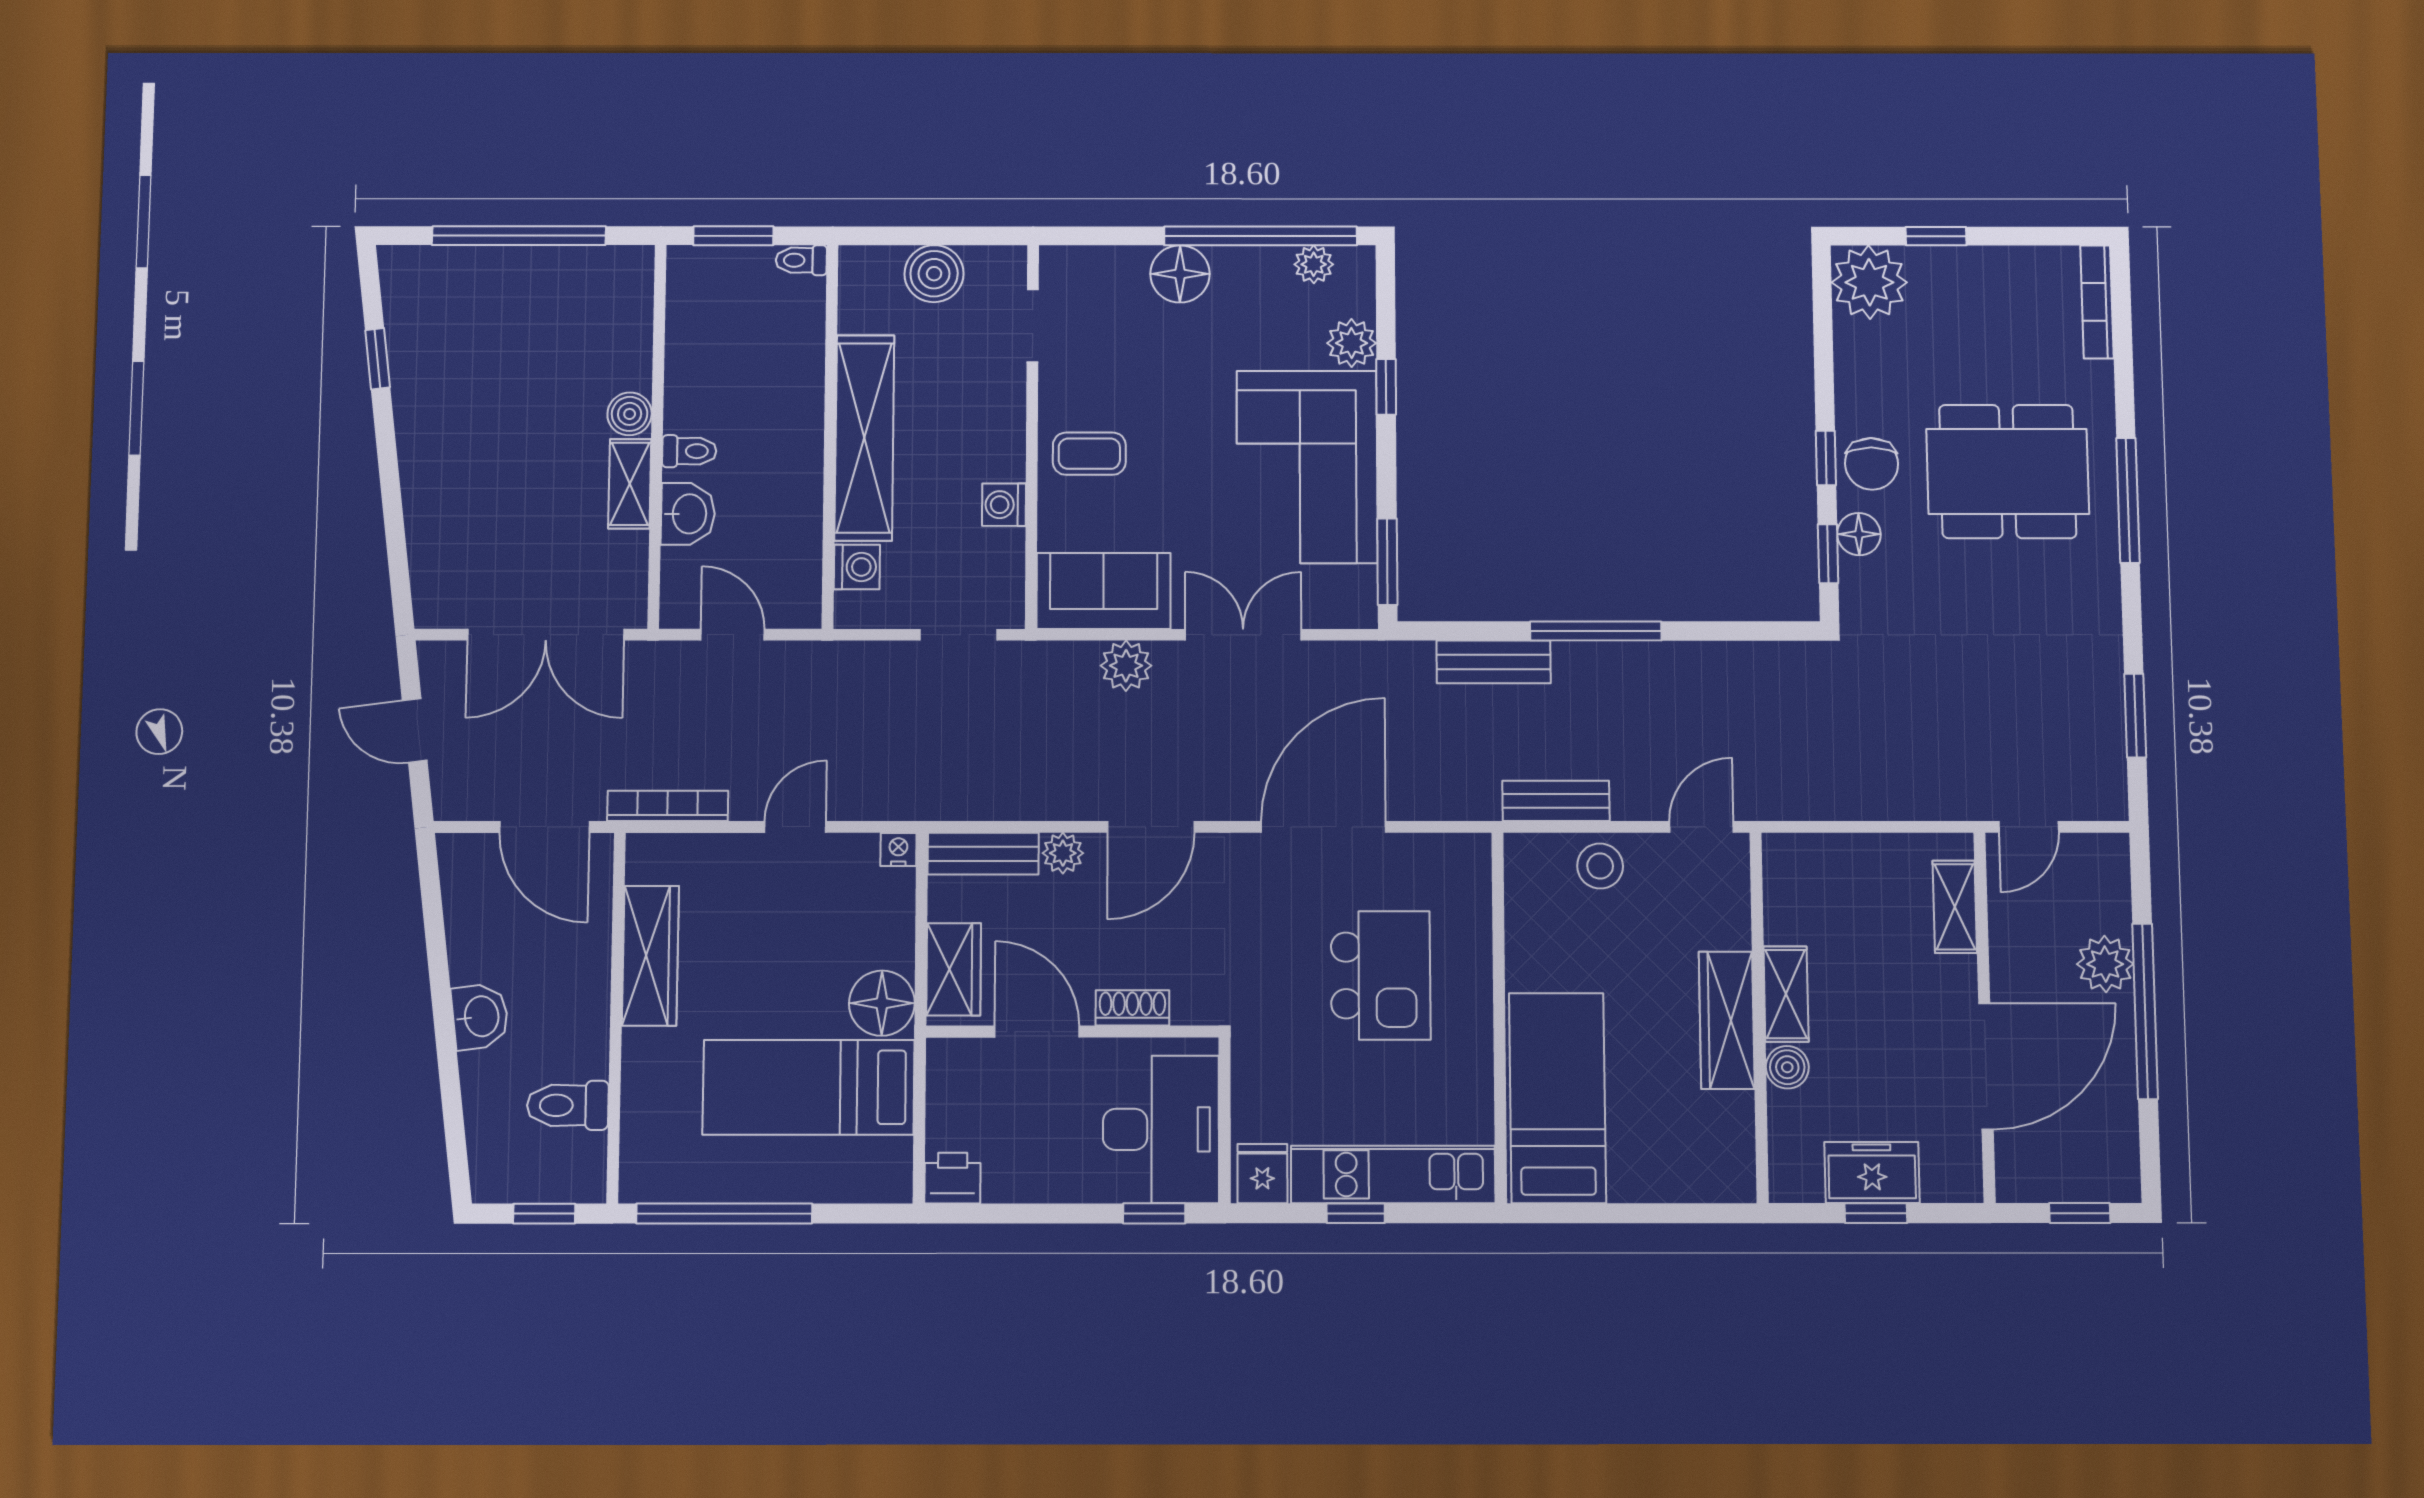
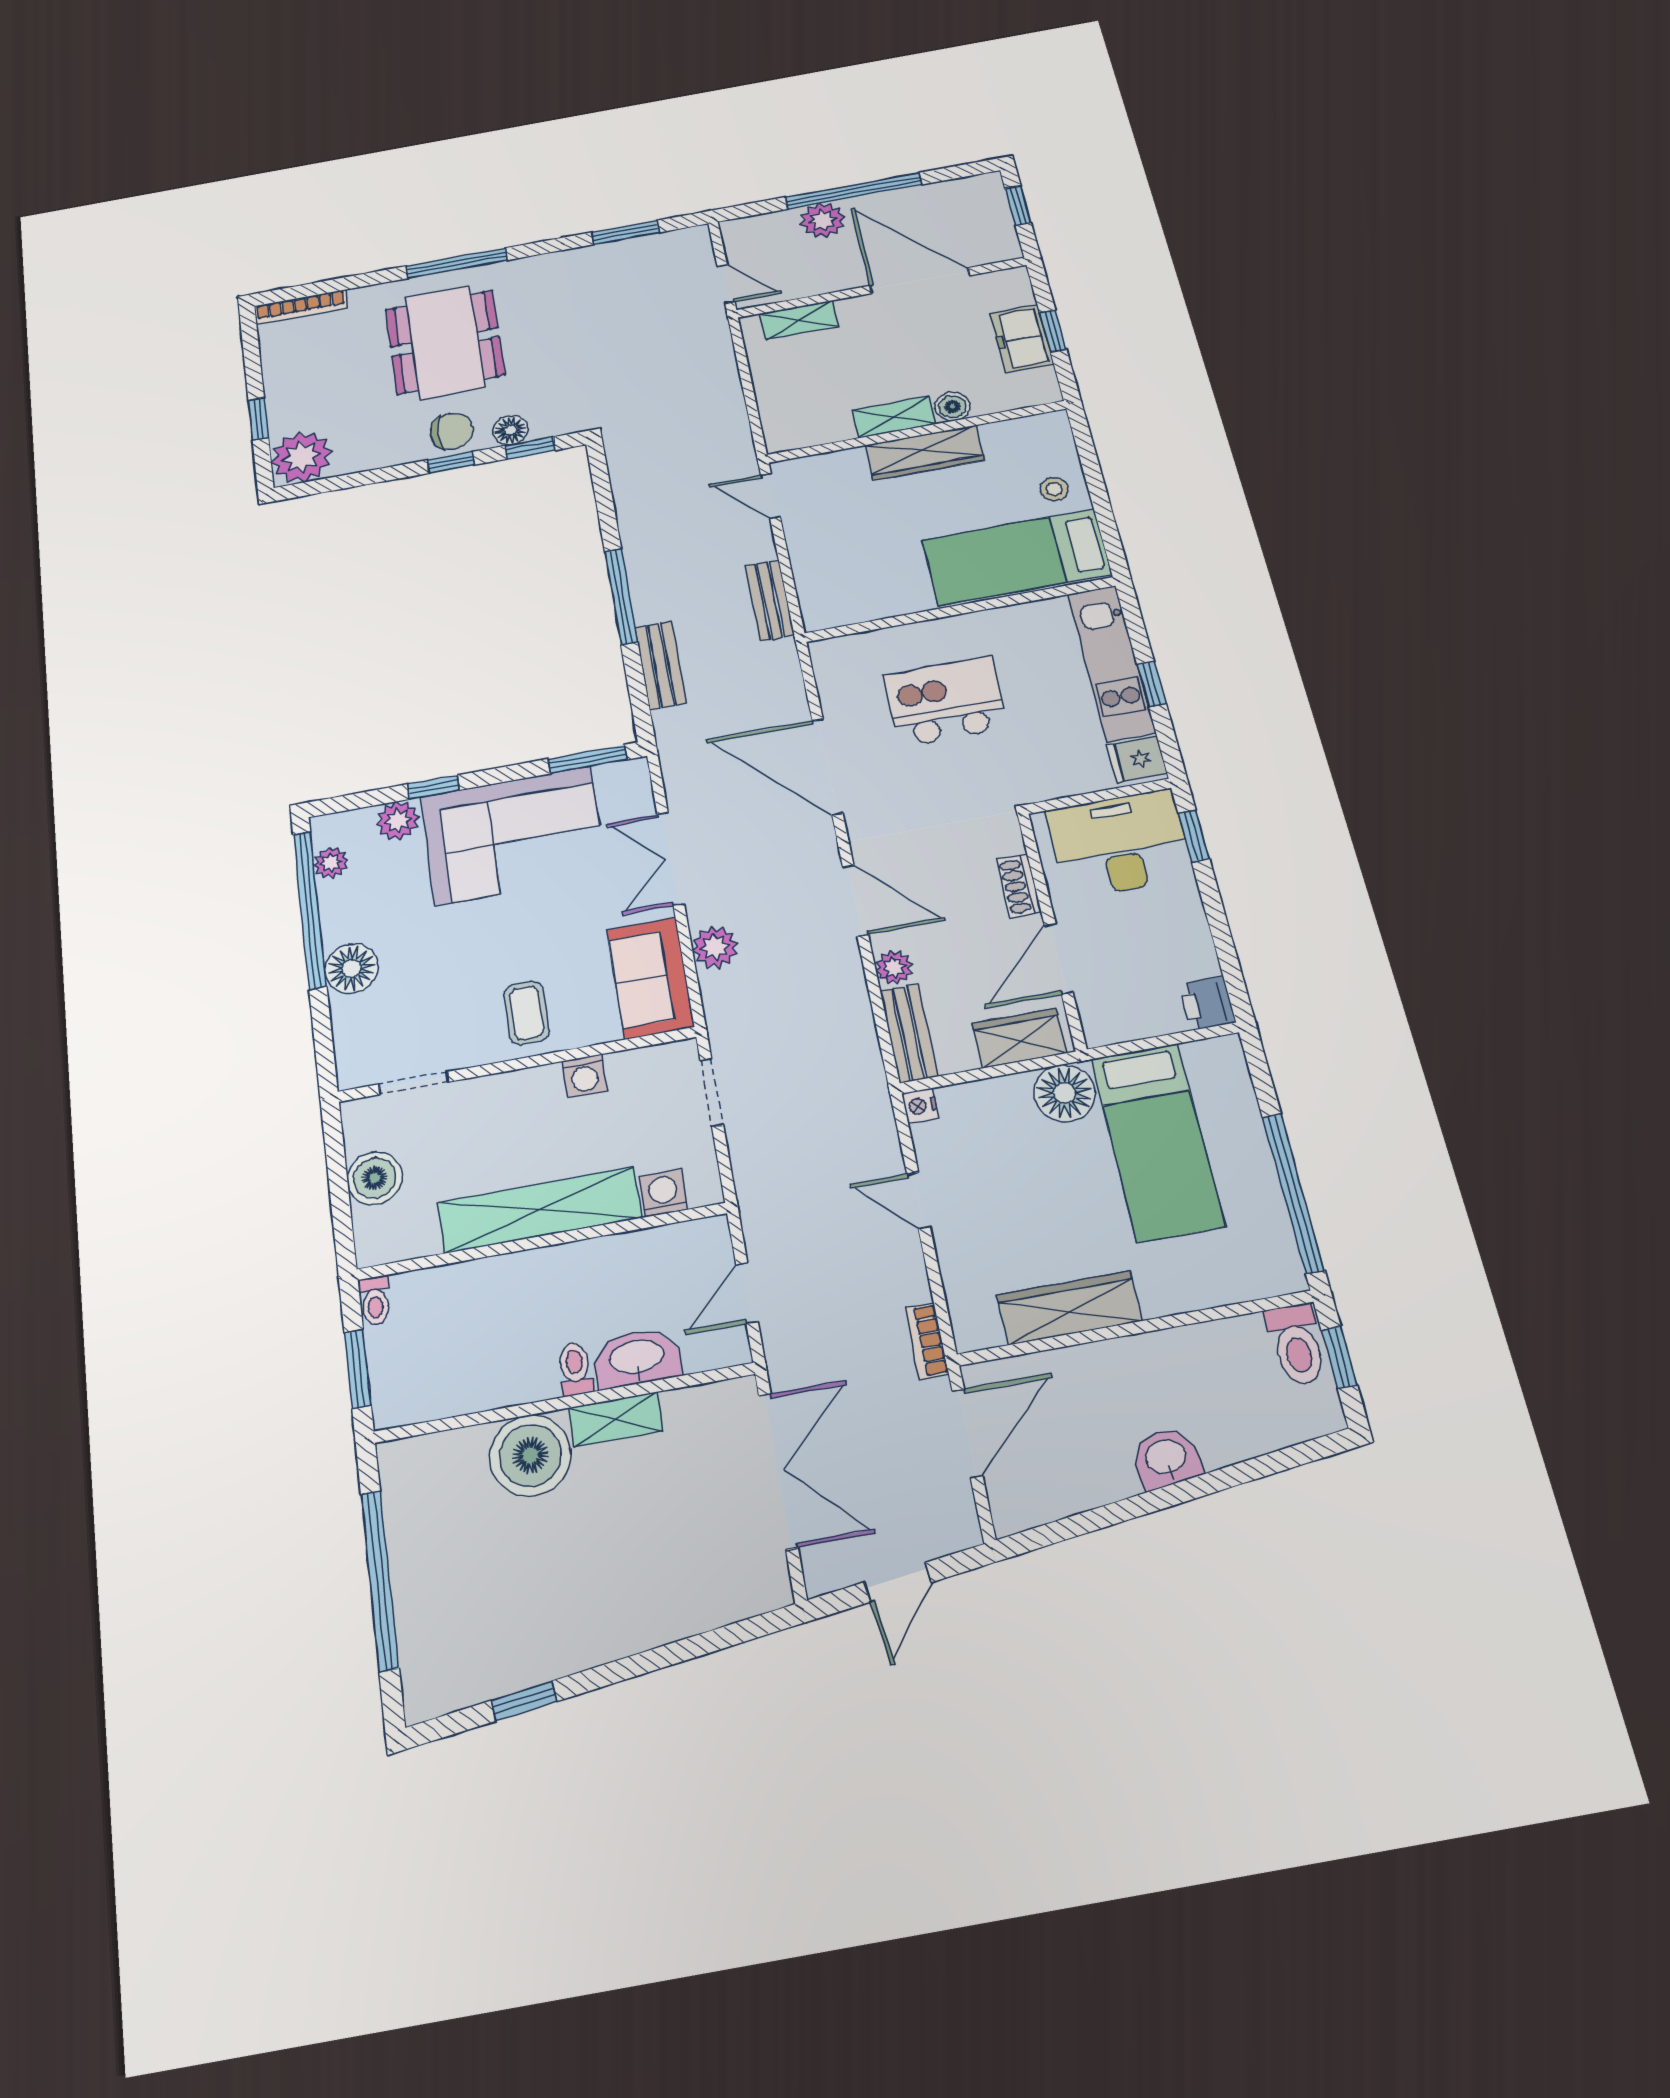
boiler: (630, 414) -> (530, 1455), width x1.86, depth x1.86
washbasin: (688, 514) -> (637, 1358), width x1.38
bookcase: (668, 806) -> (927, 1341), width x0.64
stool: (1600, 866) -> (1054, 489), moved, width x0.73, depth x0.73
toilet: (568, 1105) -> (1296, 1345), moved

